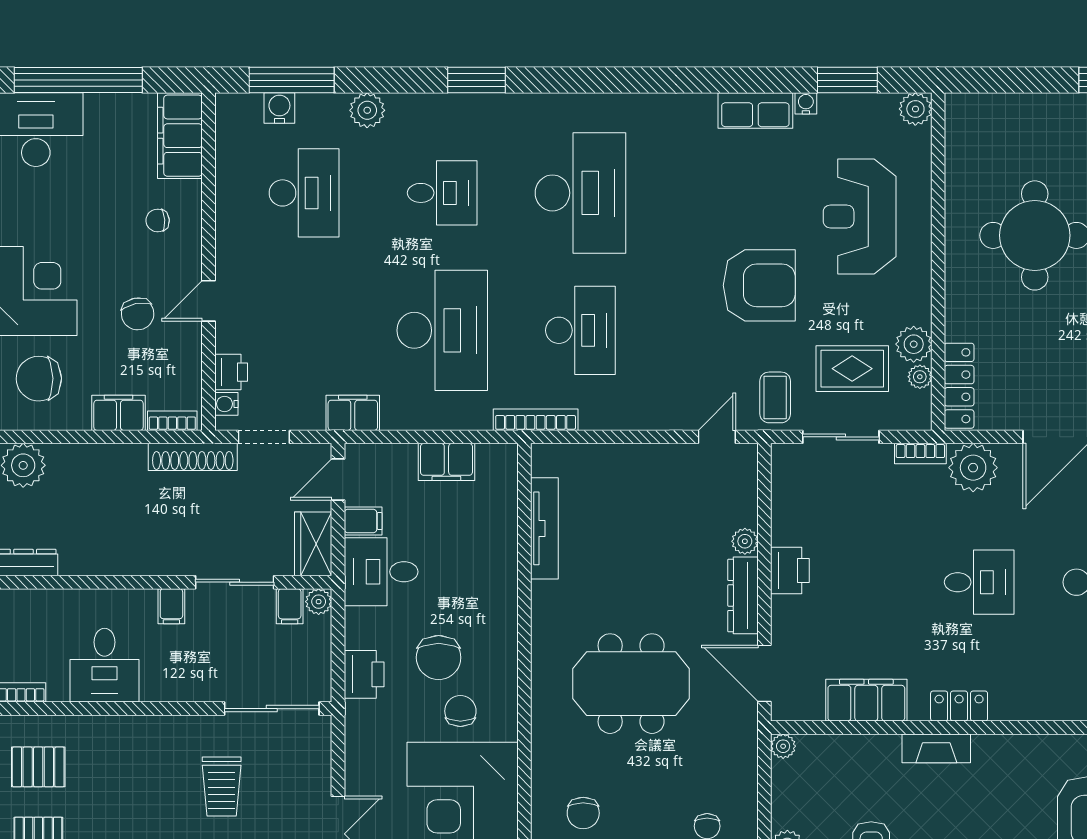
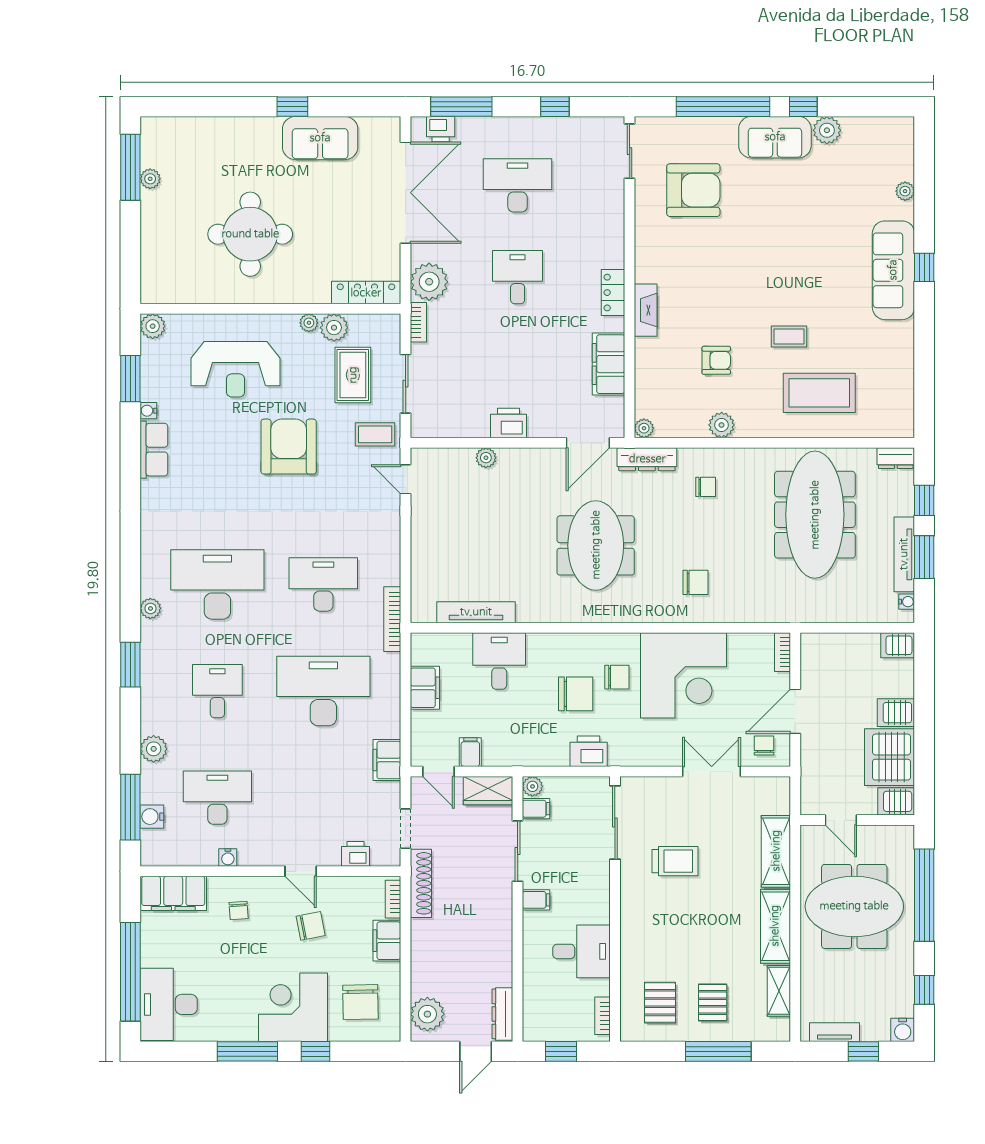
plant: (549, 106) -> (150, 608), added
plant: (920, 377) -> (309, 323), moved
water cooler: (226, 404) -> (228, 858), moved
desk: (381, 572) -> (499, 661), moved, turned 180
dresser: (743, 595) -> (647, 459), moved
chair: (460, 711) -> (617, 677), turned 180

